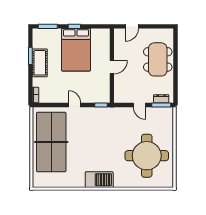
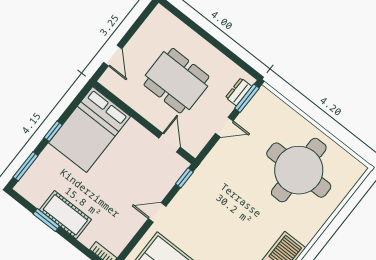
bed: (76, 50) -> (90, 130), moved, turned 90
dining table: (158, 59) -> (176, 81), moved
door: (112, 67) -> (170, 143), moved

